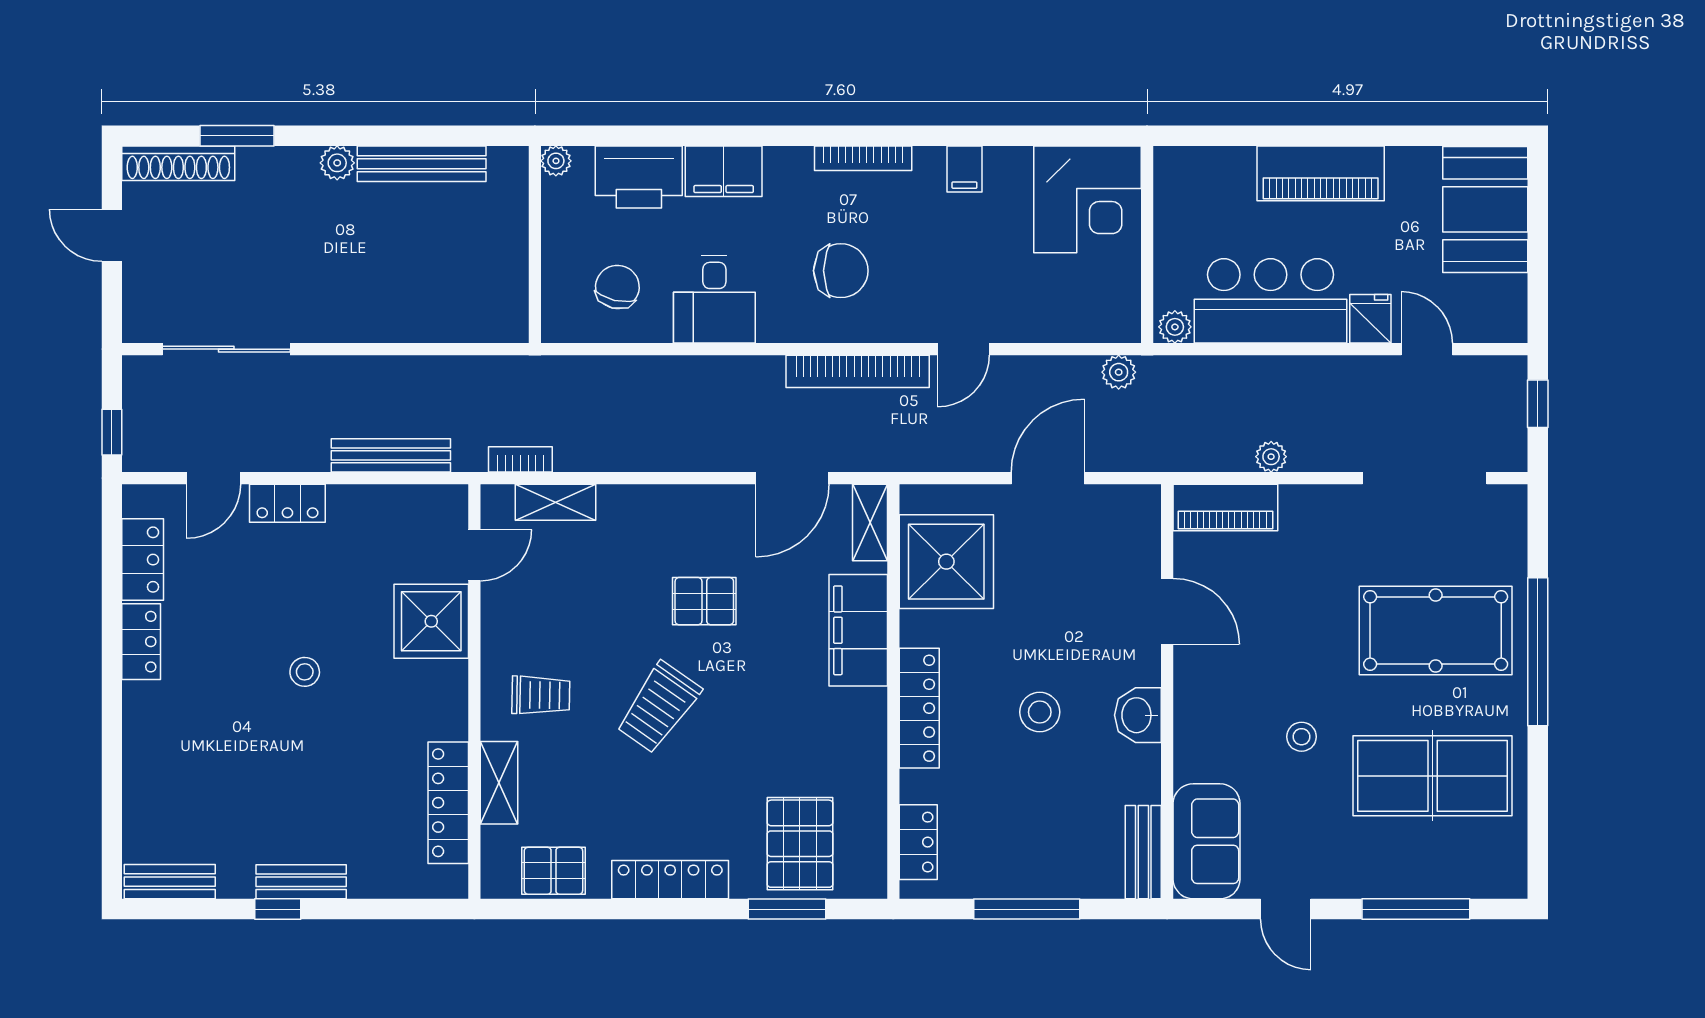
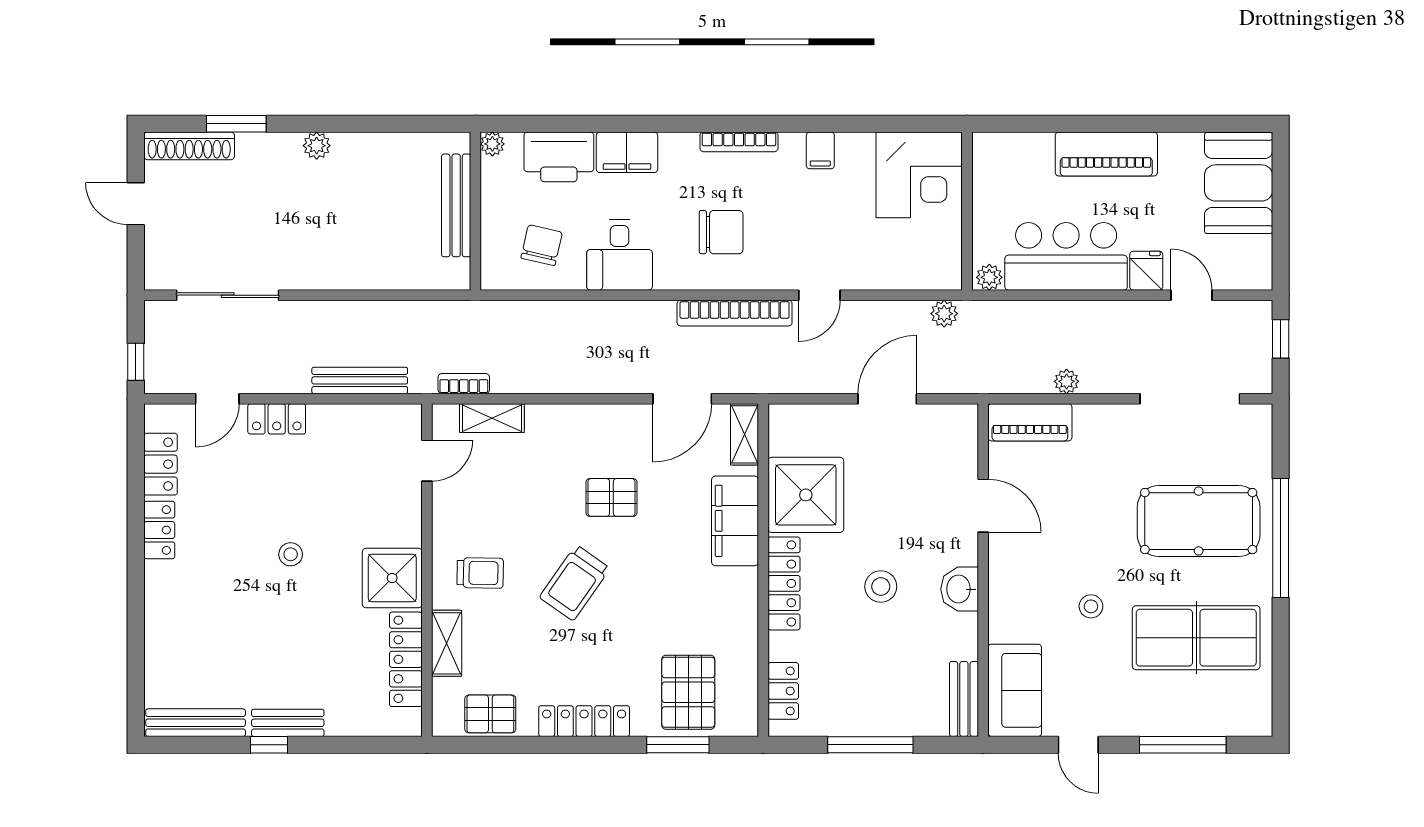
bench: (422, 164) -> (456, 205), moved, turned 90
shower: (946, 562) -> (806, 495), moved
shower: (431, 621) -> (392, 578), moved
bench: (170, 882) -> (196, 723), width x1.36

